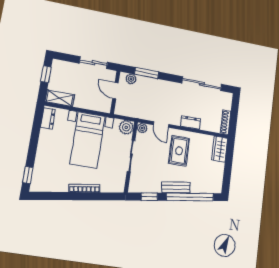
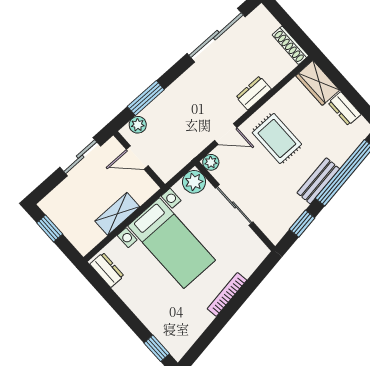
shelving: (60, 98) -> (117, 214), moved
dresser: (219, 172) -> (345, 109), added

